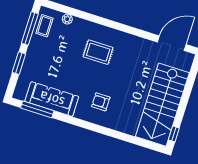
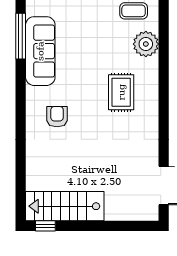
plant: (67, 19) -> (146, 44), width x1.88, depth x1.88
stairs: (162, 105) -> (65, 206), width x0.73, depth x0.66

